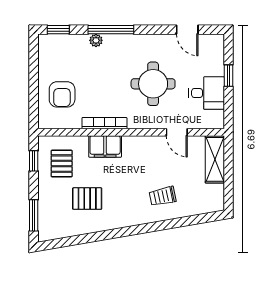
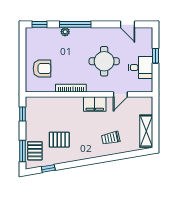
armchair: (62, 94) -> (42, 69), turned -90
door: (177, 132) -> (120, 94), hinge flipped
filing cabinet: (105, 146) -> (95, 104), moved
shelving: (215, 159) -> (146, 131), moved
pallet: (62, 164) -> (35, 151), moved
window: (71, 241) -> (48, 168), added

